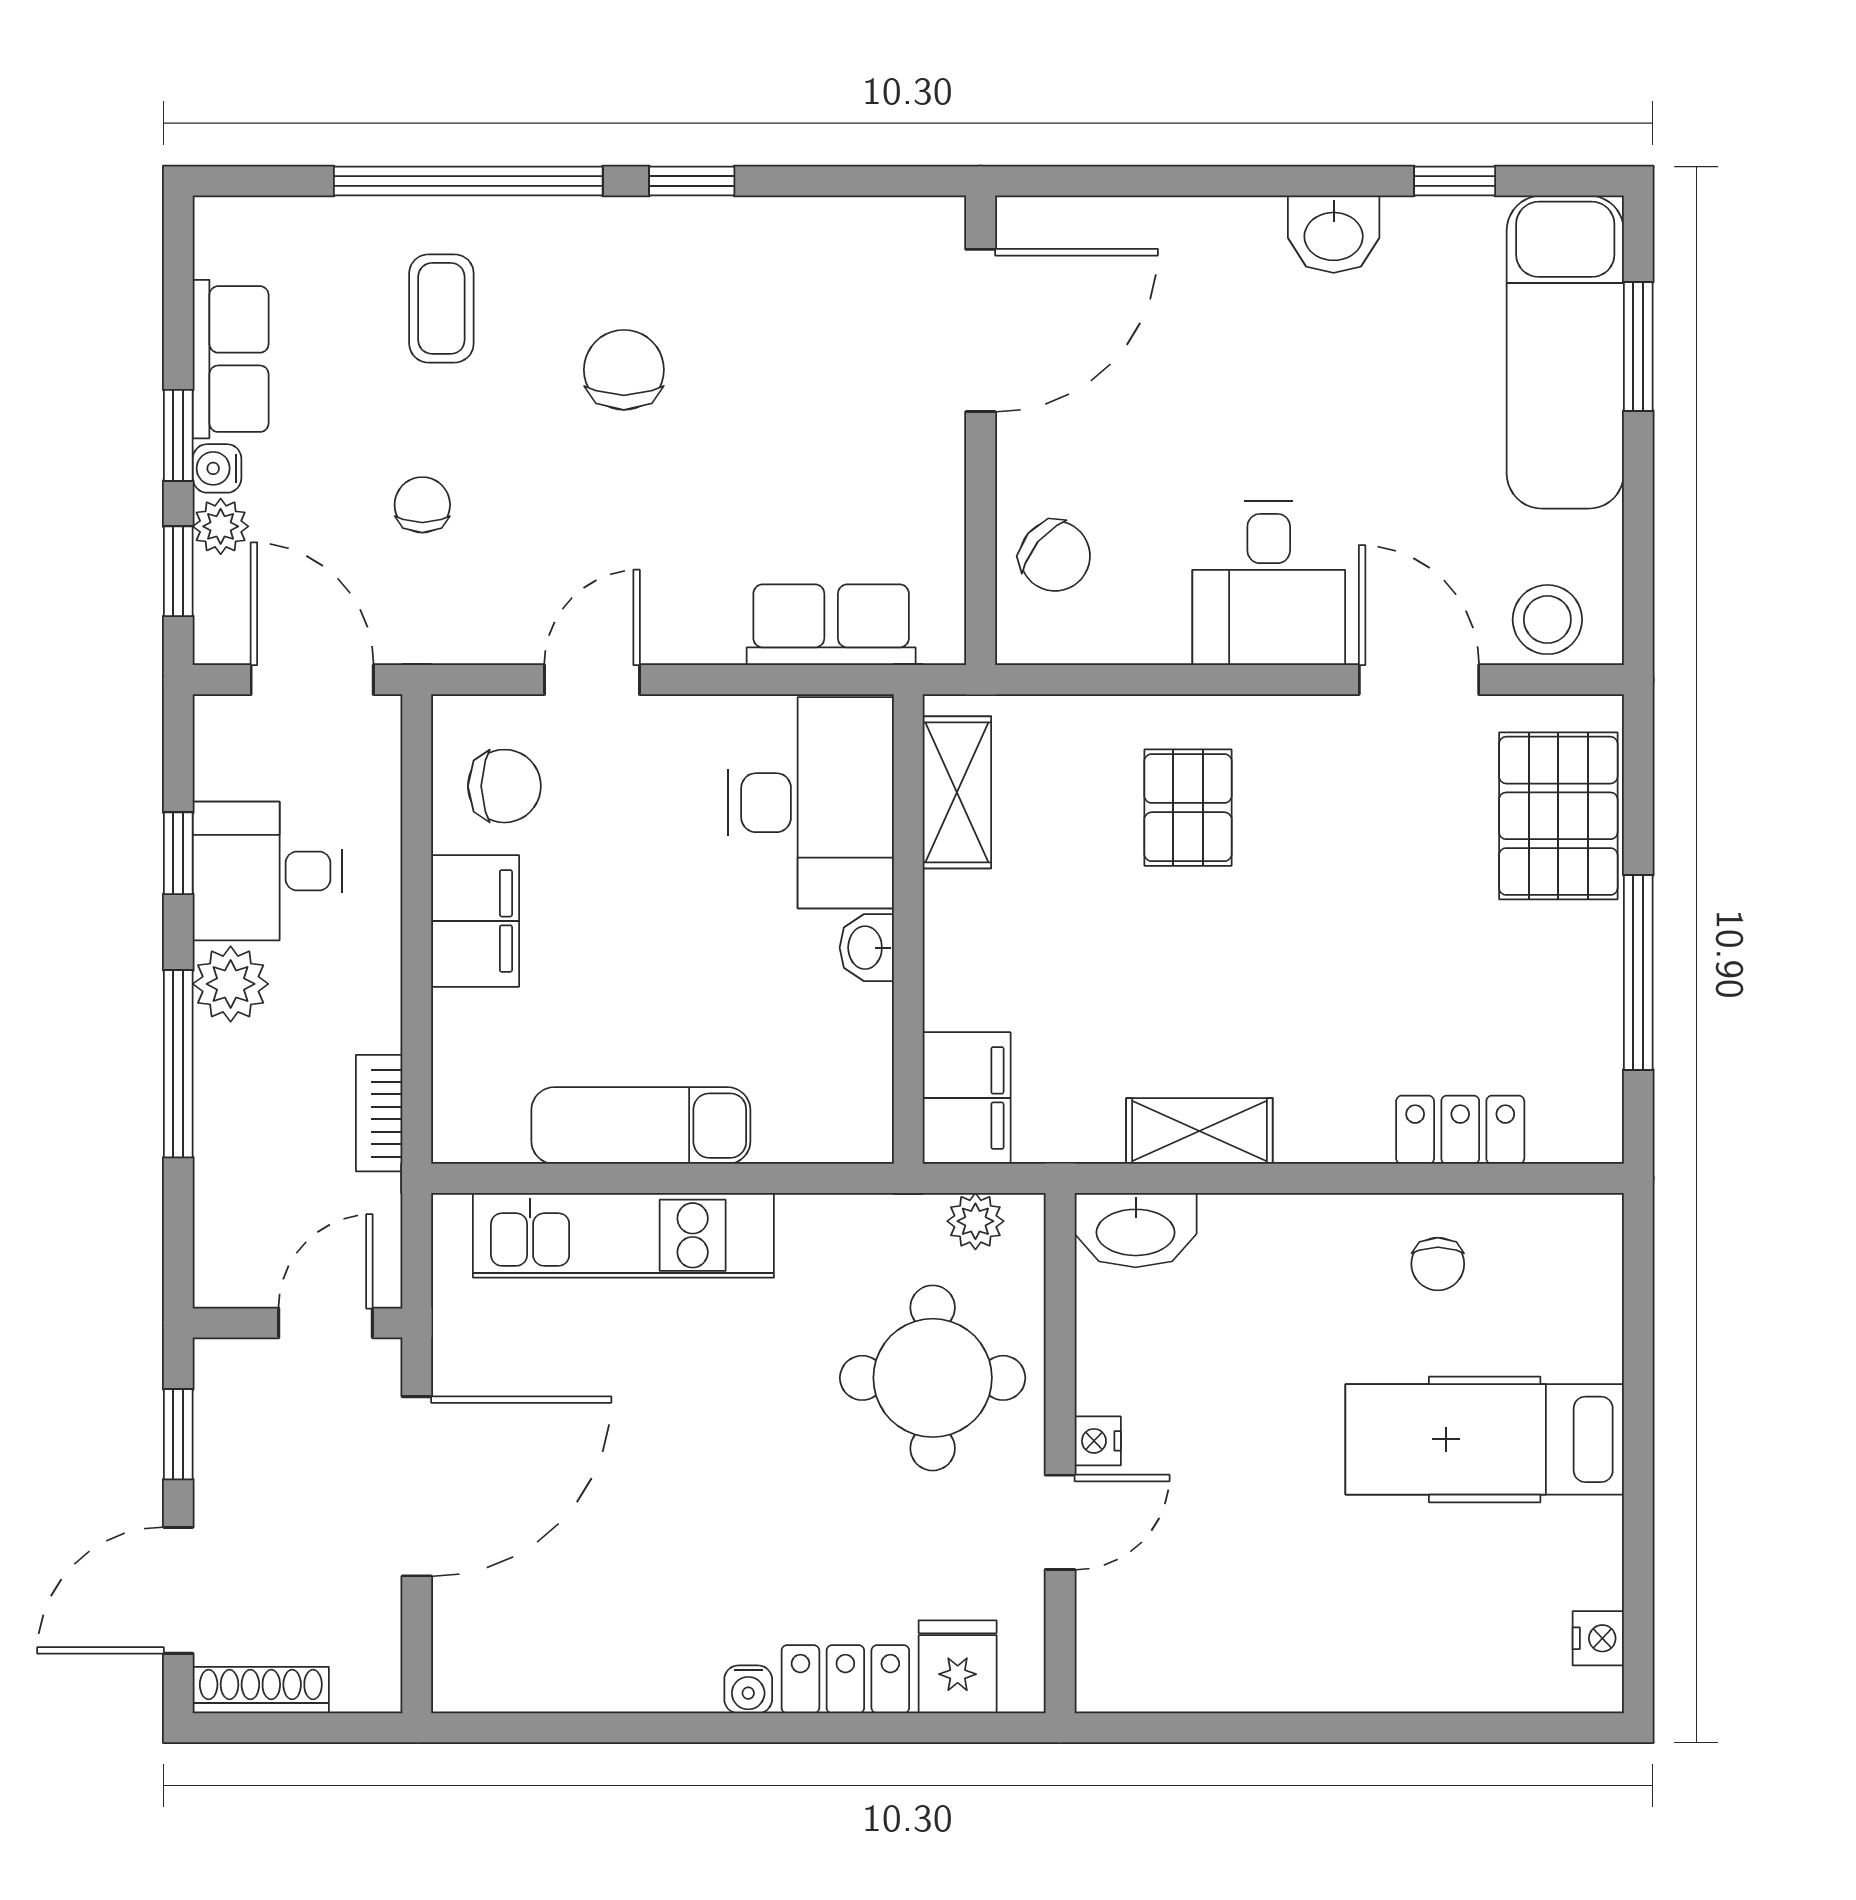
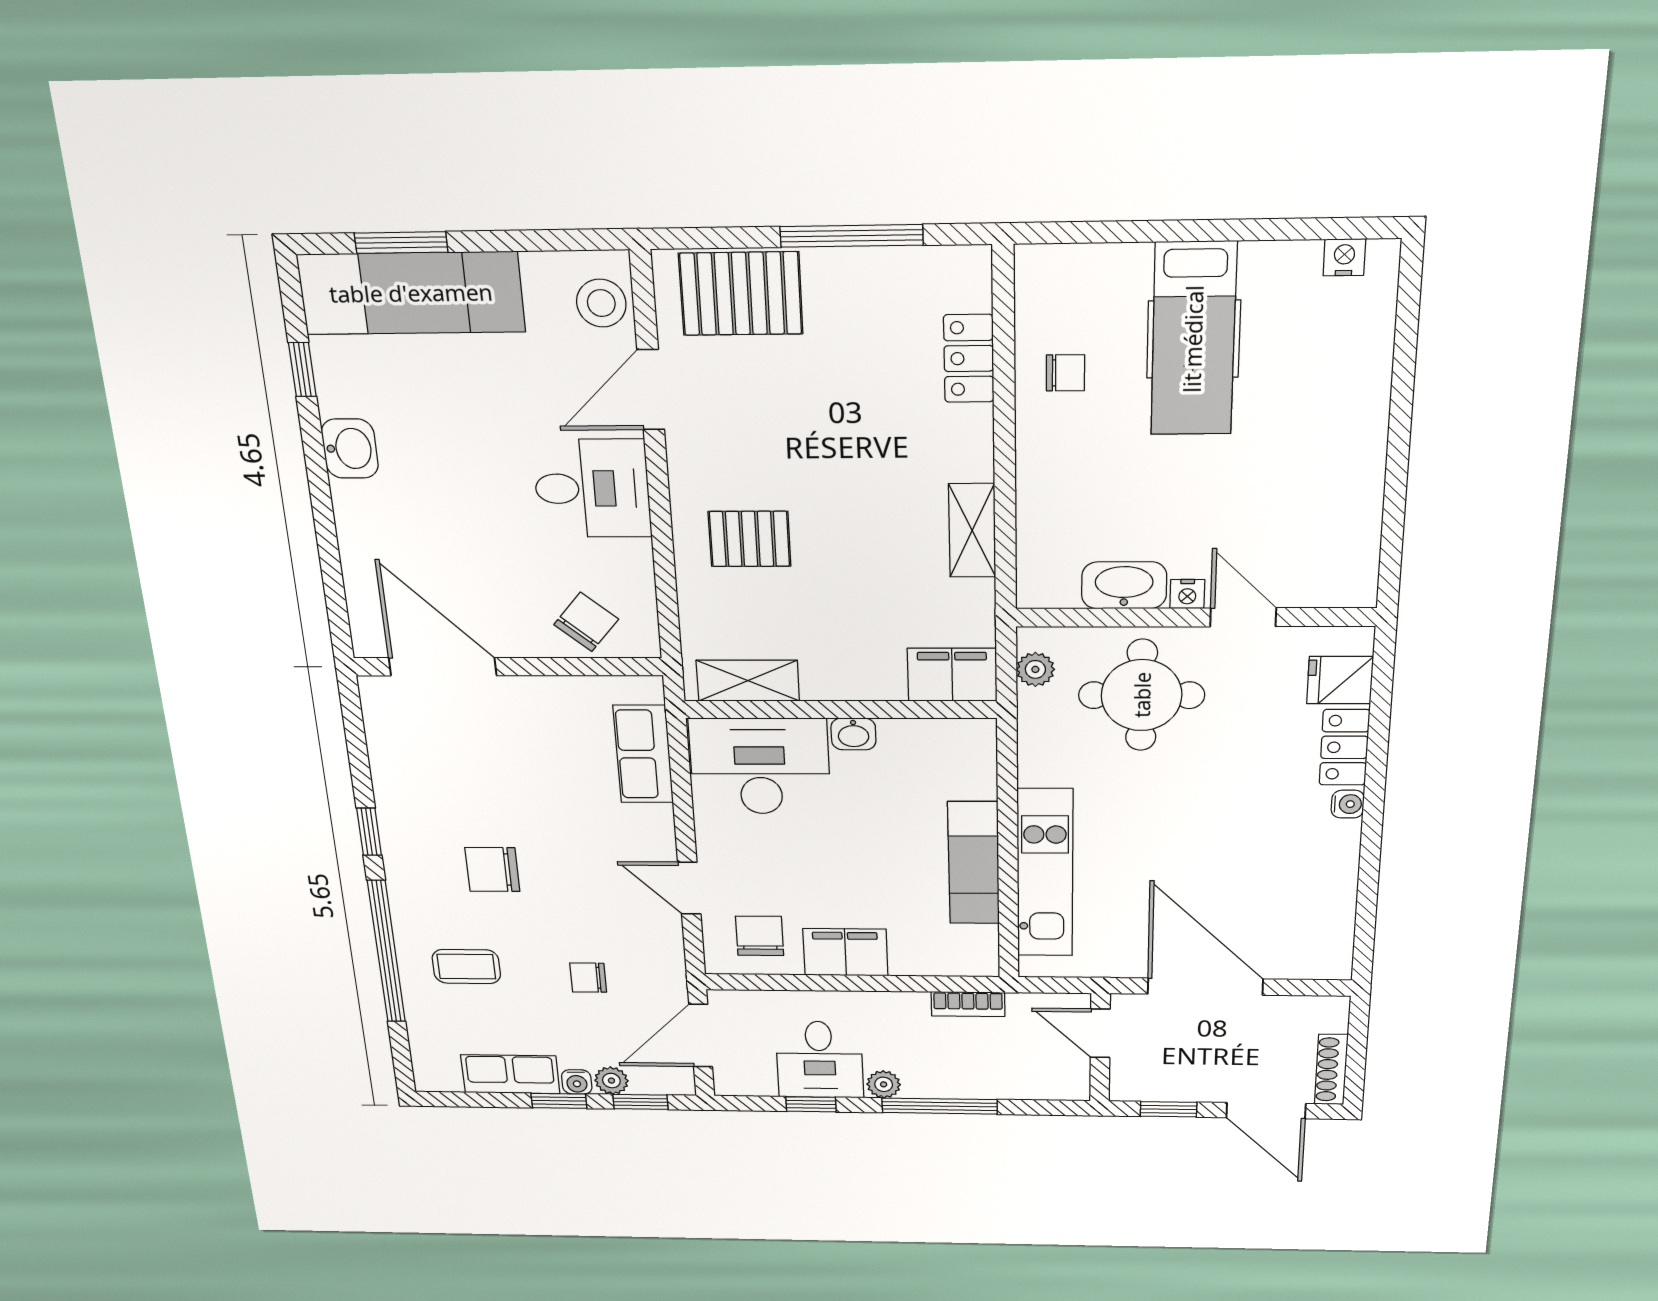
plant: (231, 984) -> (884, 1084), width x0.73, depth x0.73
washbasin: (1136, 1230) -> (1124, 585), moved, turned -90

